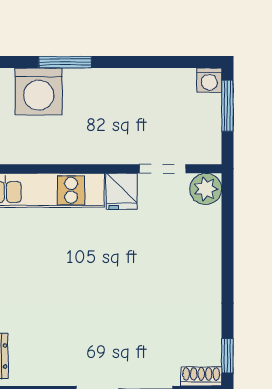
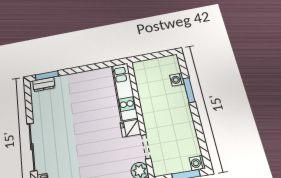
washing machine: (39, 91) -> (177, 80), width x0.53, depth x0.53

